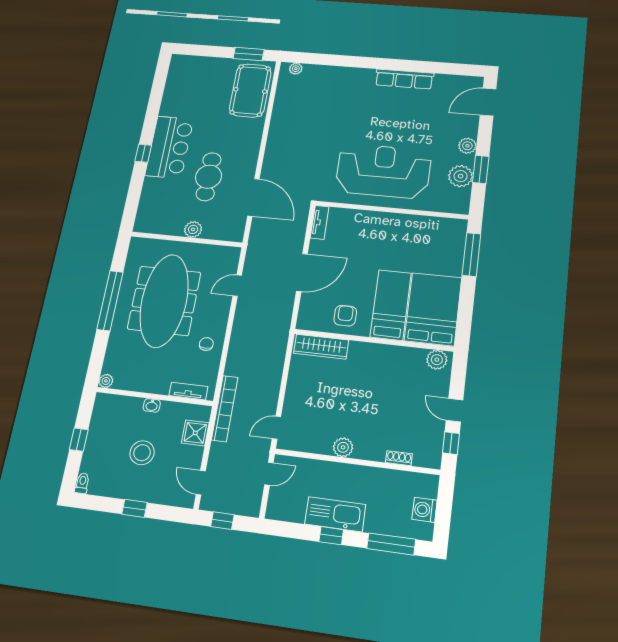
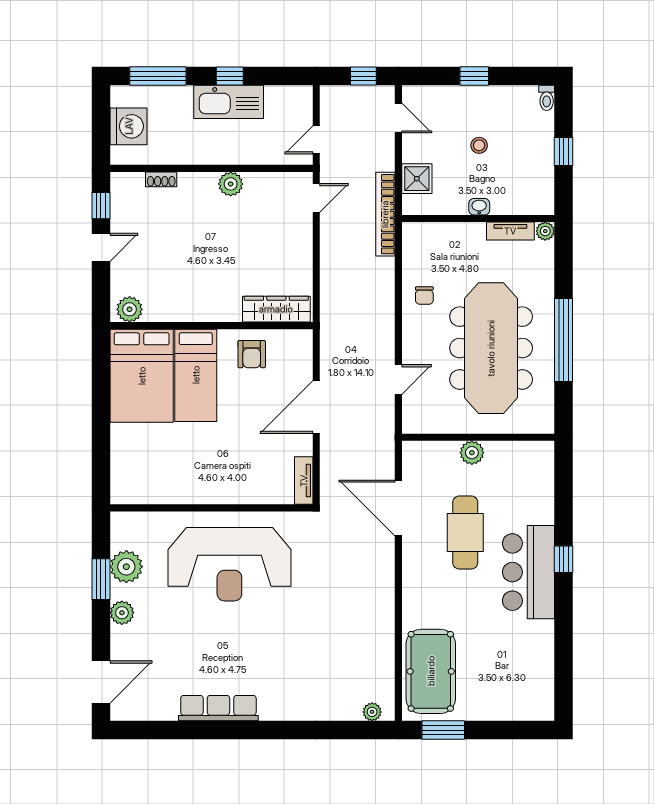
window: (471, 255) -> (101, 456), removed
tv unit: (188, 391) -> (510, 231), moved
door: (455, 410) -> (101, 247), hinge flipped
stool: (142, 453) -> (479, 145), width x0.53, depth x0.53
washing machine: (424, 510) -> (129, 126), width x1.37, depth x1.37

